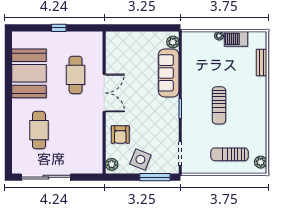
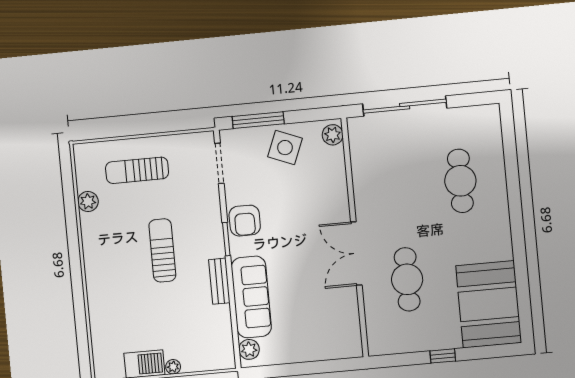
bench: (262, 63) -> (219, 281), moved
booth: (29, 73) -> (489, 304), moved
armchair: (120, 134) -> (245, 221), moved, turned 180
sun lounger: (230, 154) -> (137, 170), turned 180
plant: (261, 162) -> (88, 202), moved
sliding door: (46, 177) -> (405, 106), moved

